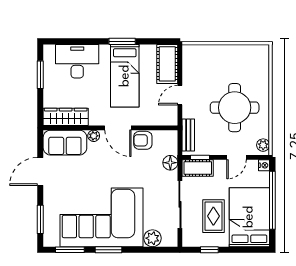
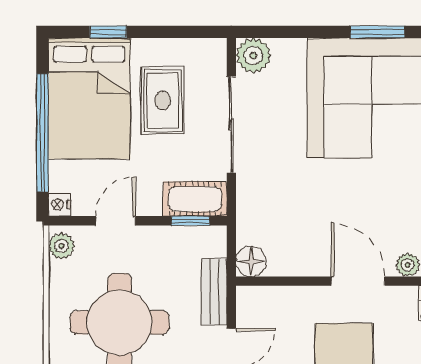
bench: (188, 135) -> (214, 292), moved
armchair: (143, 140) -> (307, 256), removed
floor lamp: (170, 163) -> (251, 262), moved
plant: (153, 238) -> (253, 55), moved
window: (209, 250) -> (108, 32), moved

